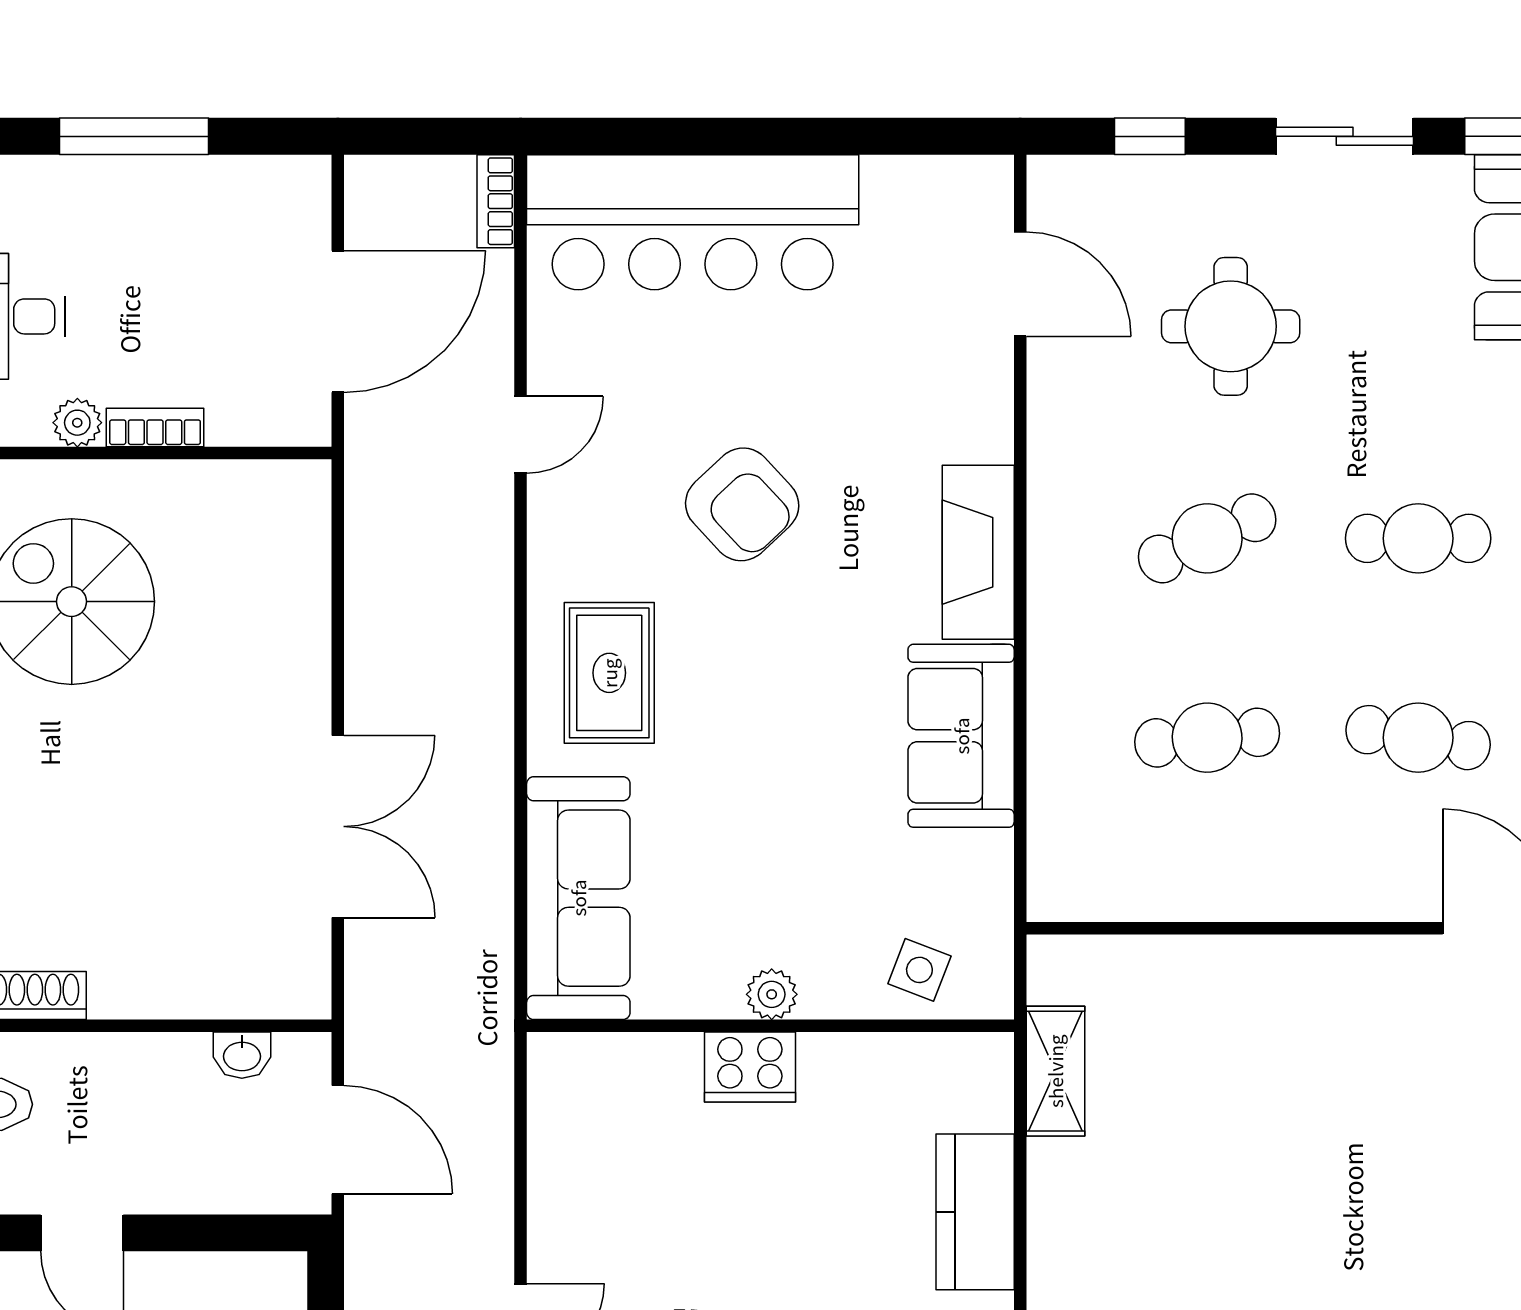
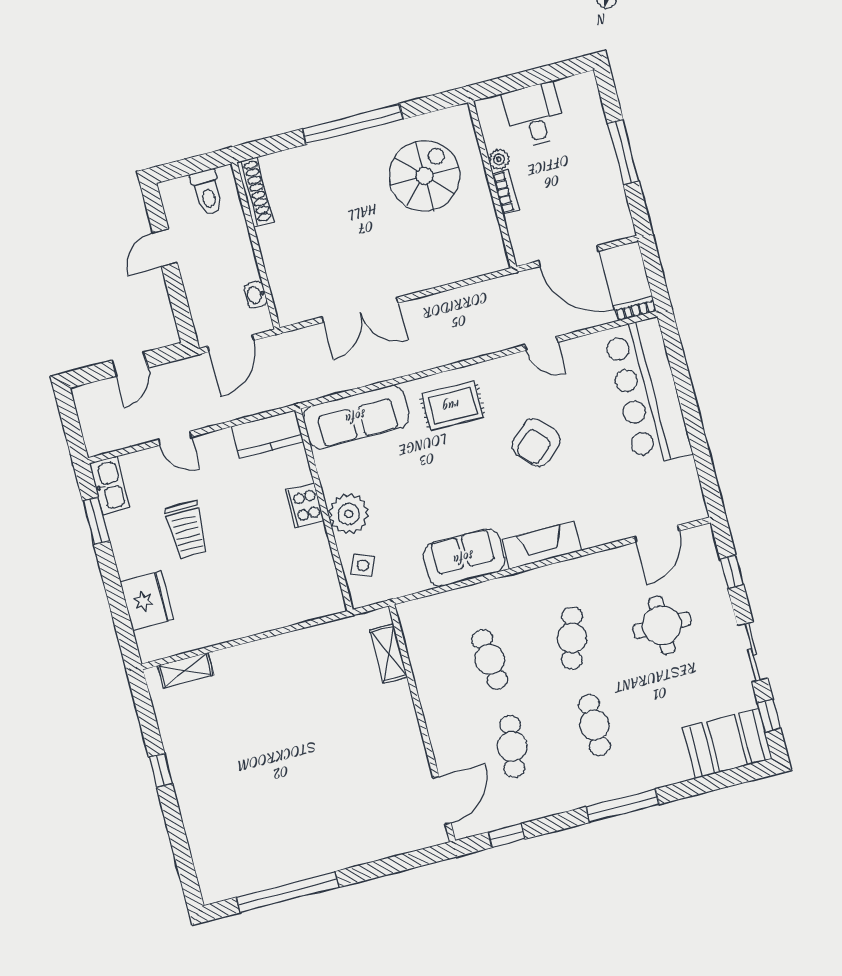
cafe table: (1207, 538) -> (572, 638), turned 39
plant: (772, 994) -> (349, 514), width x1.88, depth x1.88
shelving: (1055, 1071) -> (389, 654), moved, turned 90
kitchen counter: (975, 1212) -> (267, 434), moved, turned 180

